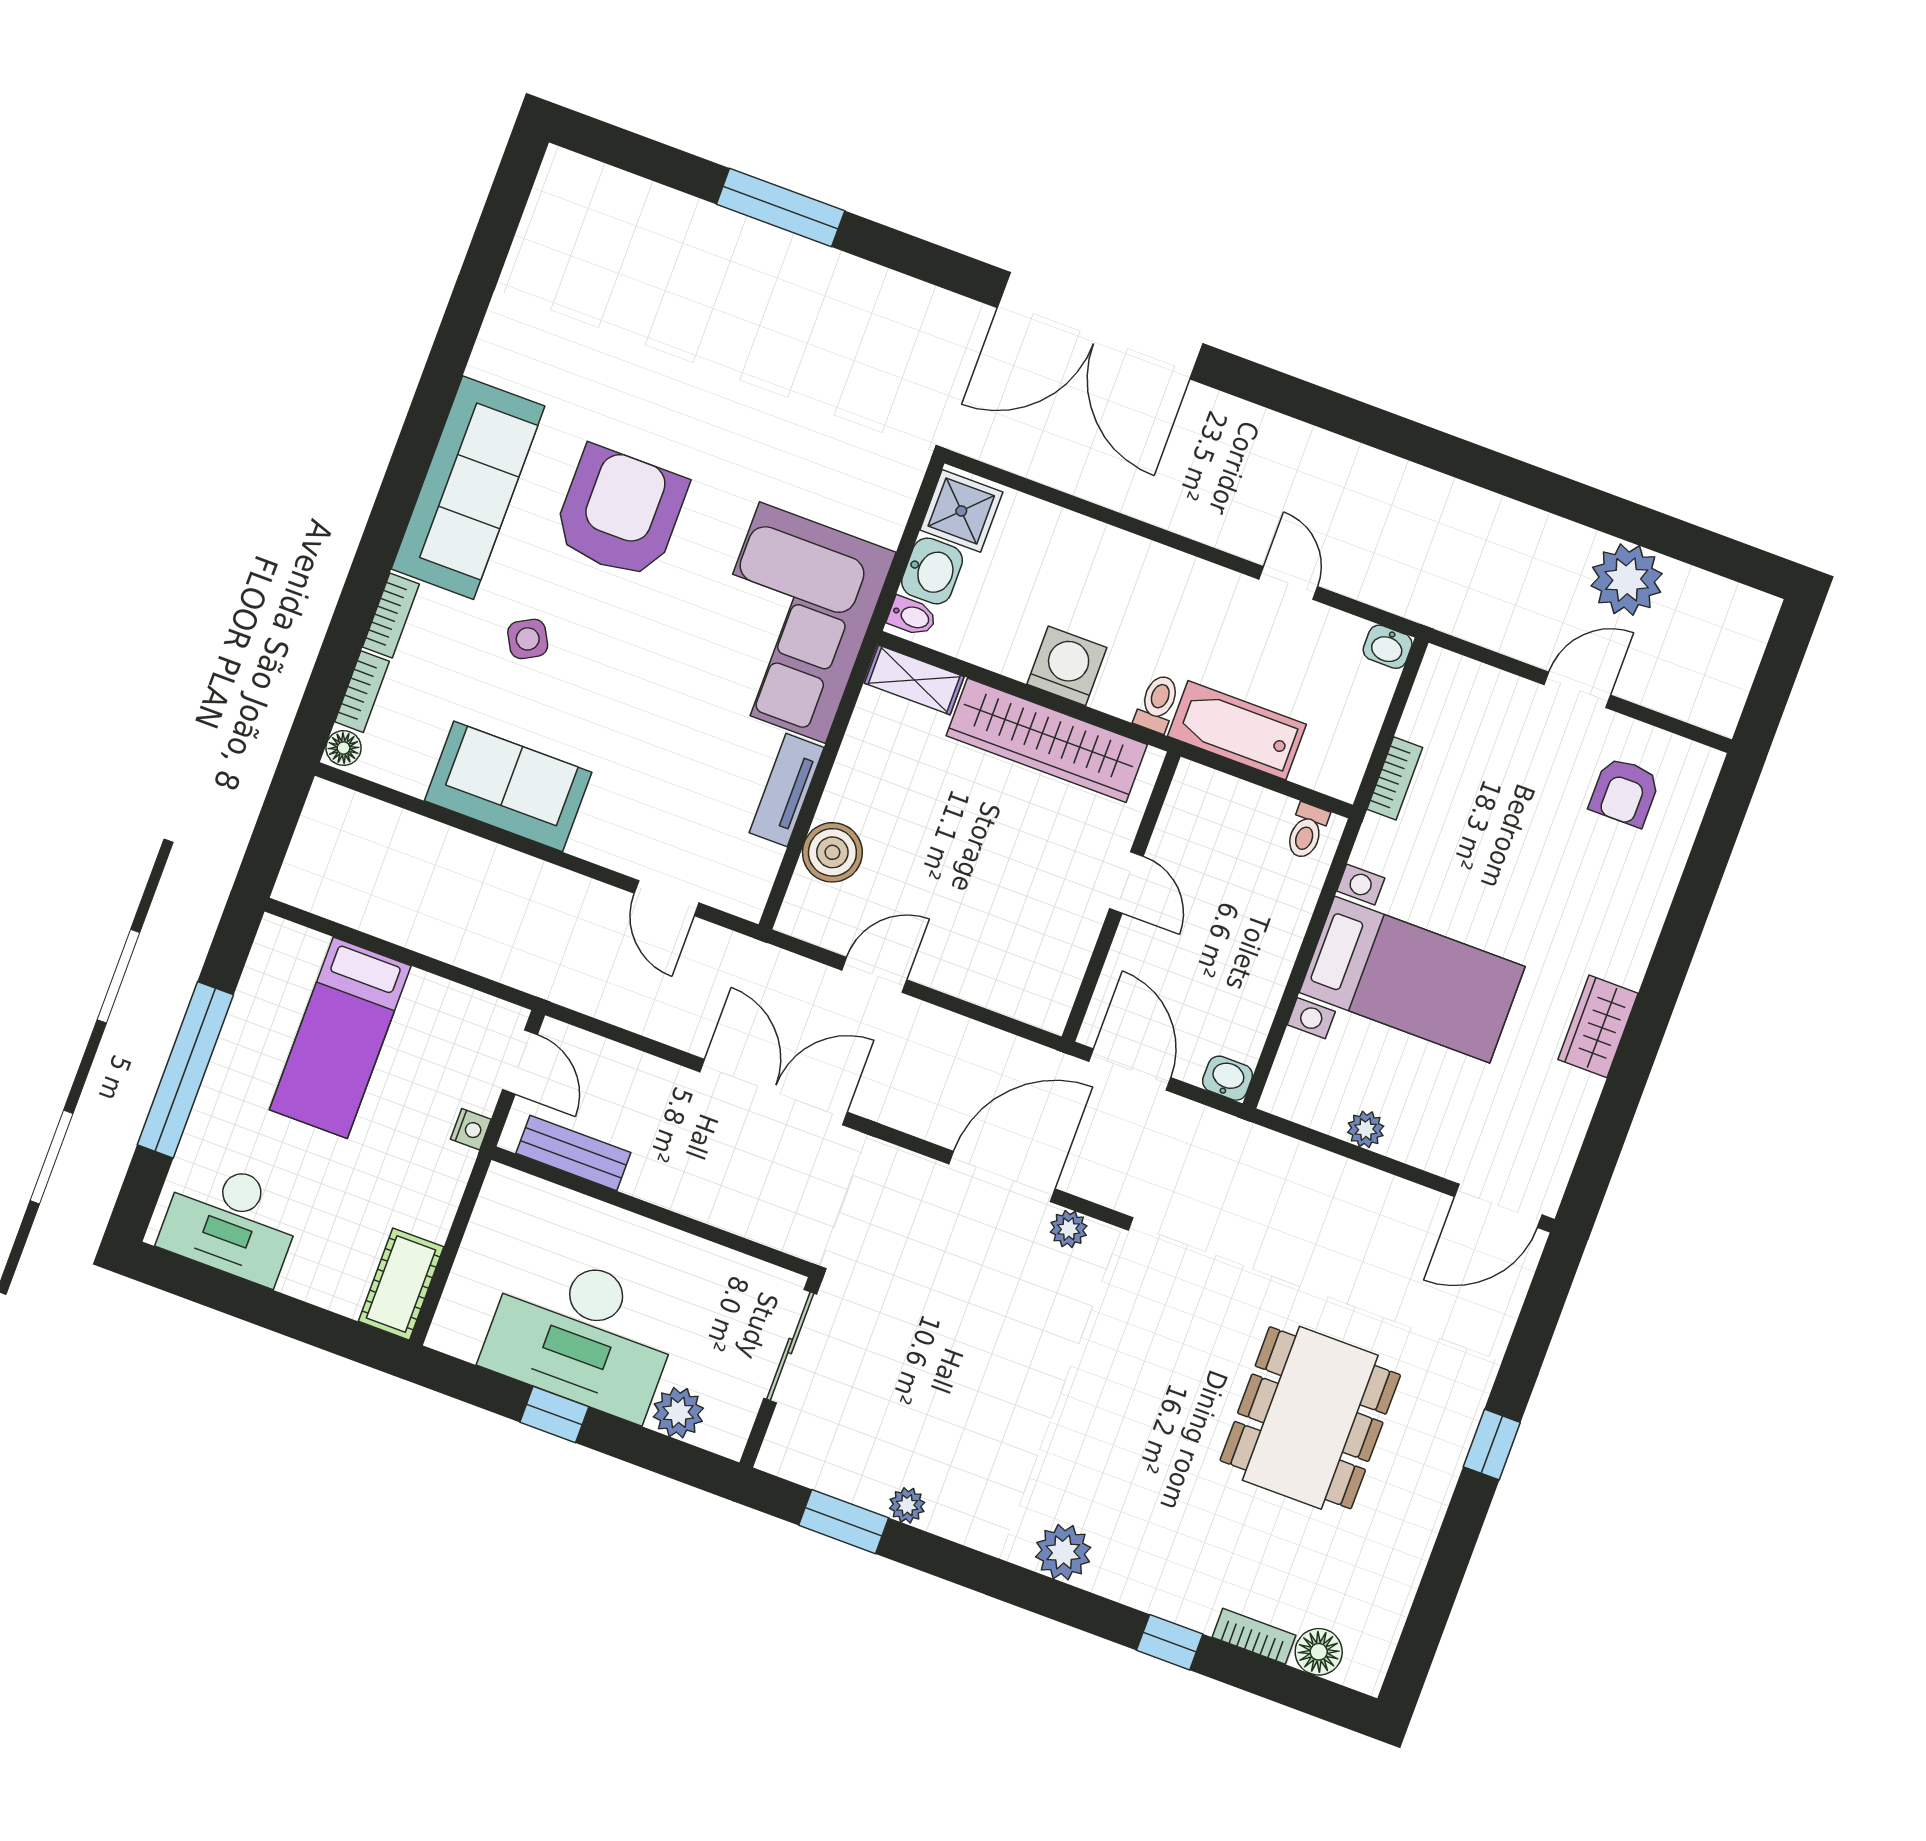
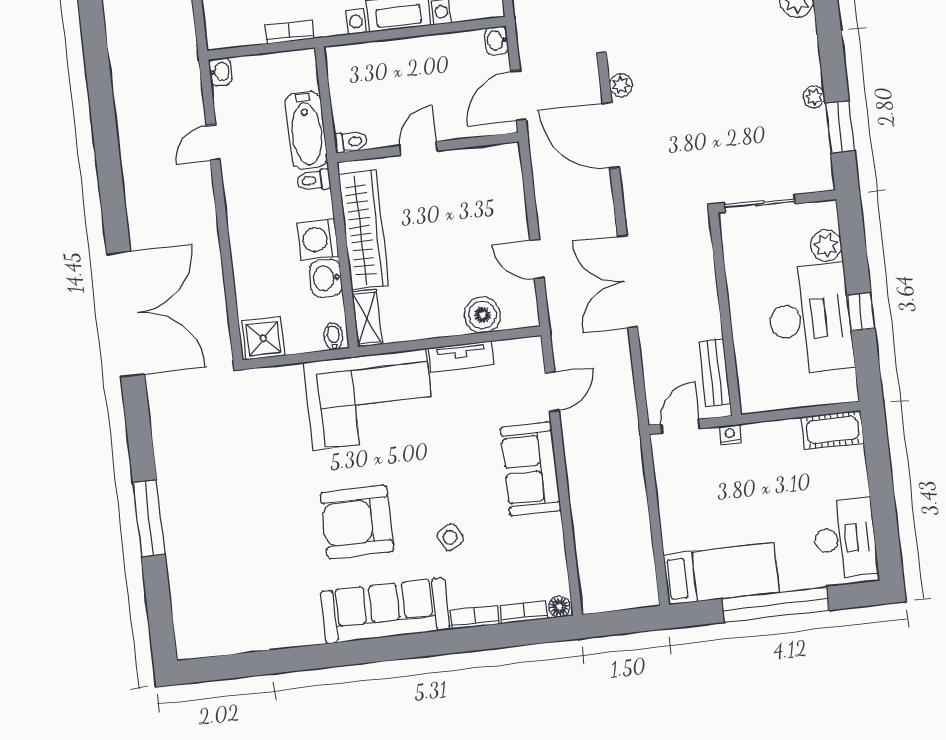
washbasin: (932, 571) -> (326, 278), moved, turned -90
sofa: (508, 786) -> (531, 469), moved
toilet: (1307, 831) -> (351, 142), moved
bed: (340, 1038) -> (721, 574), moved

